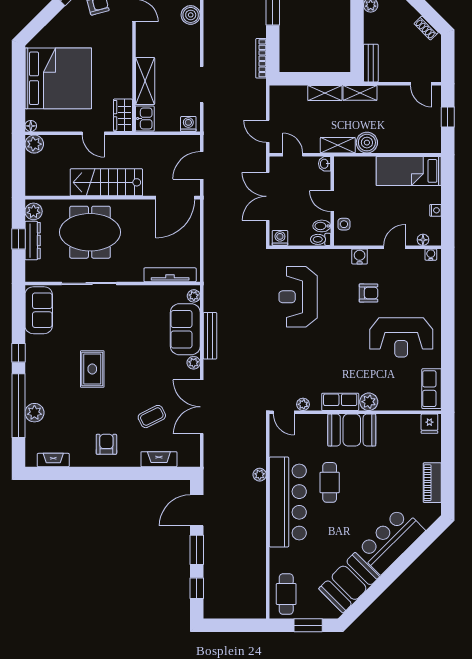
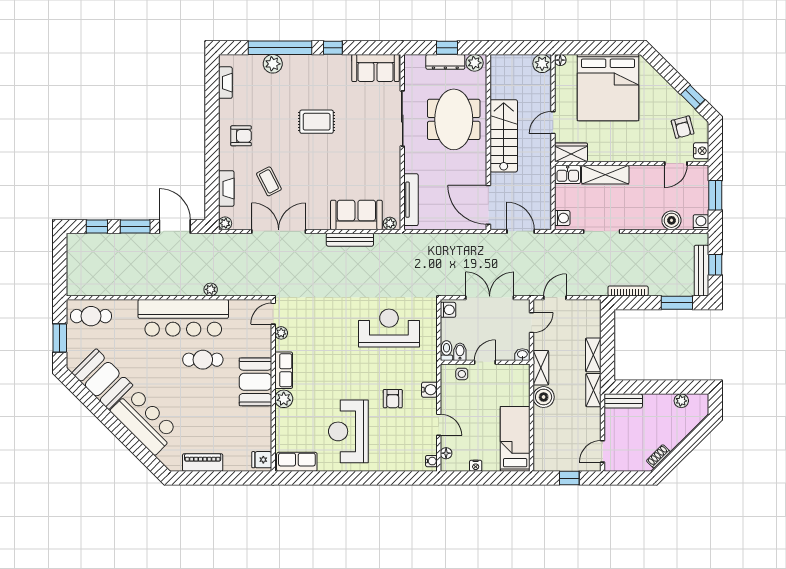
plant: (194, 363) -> (225, 223), moved

